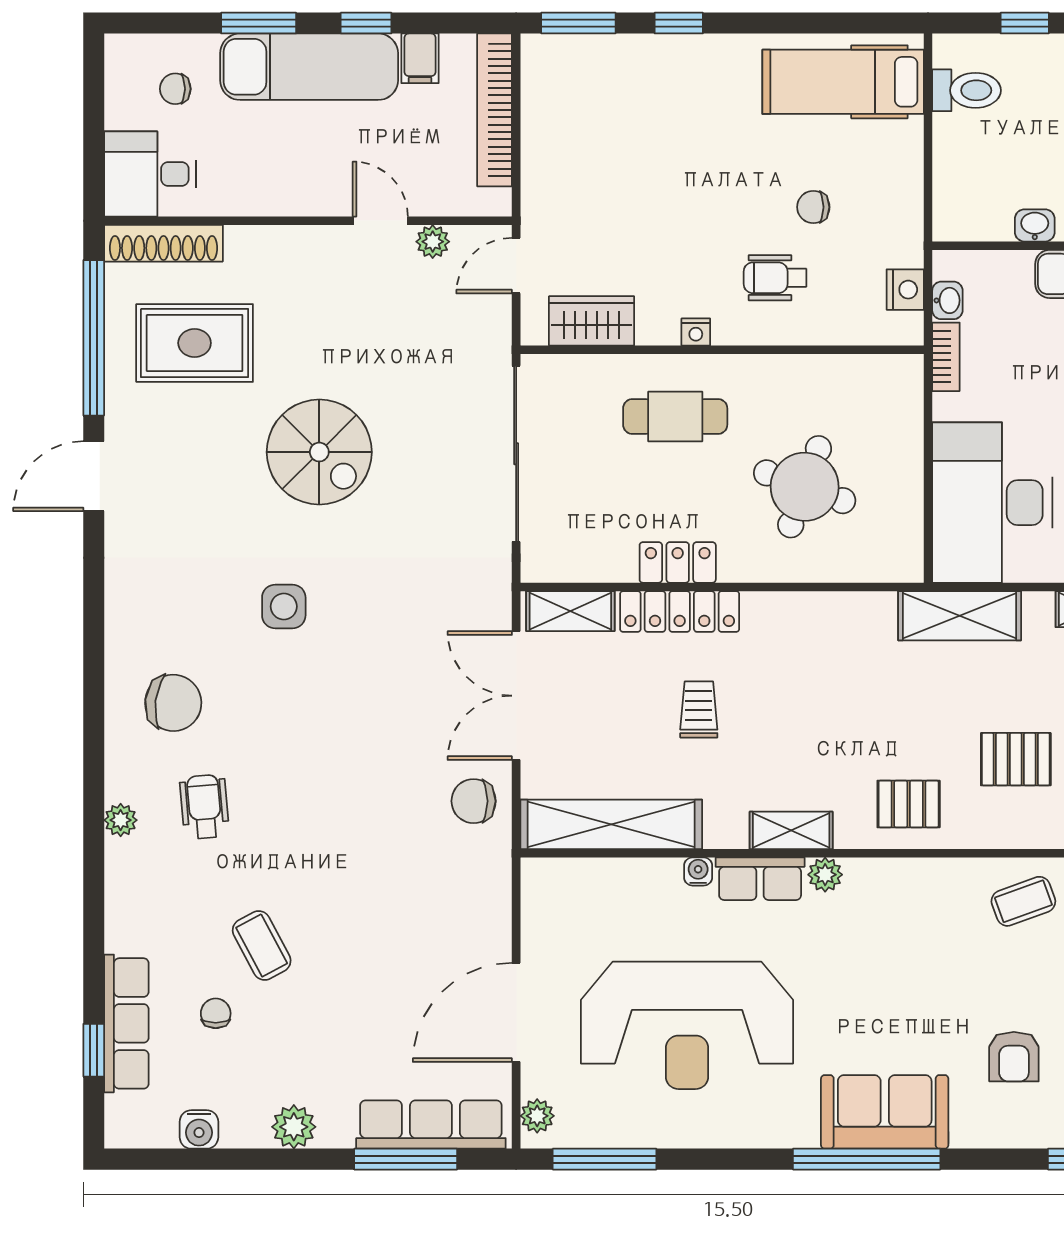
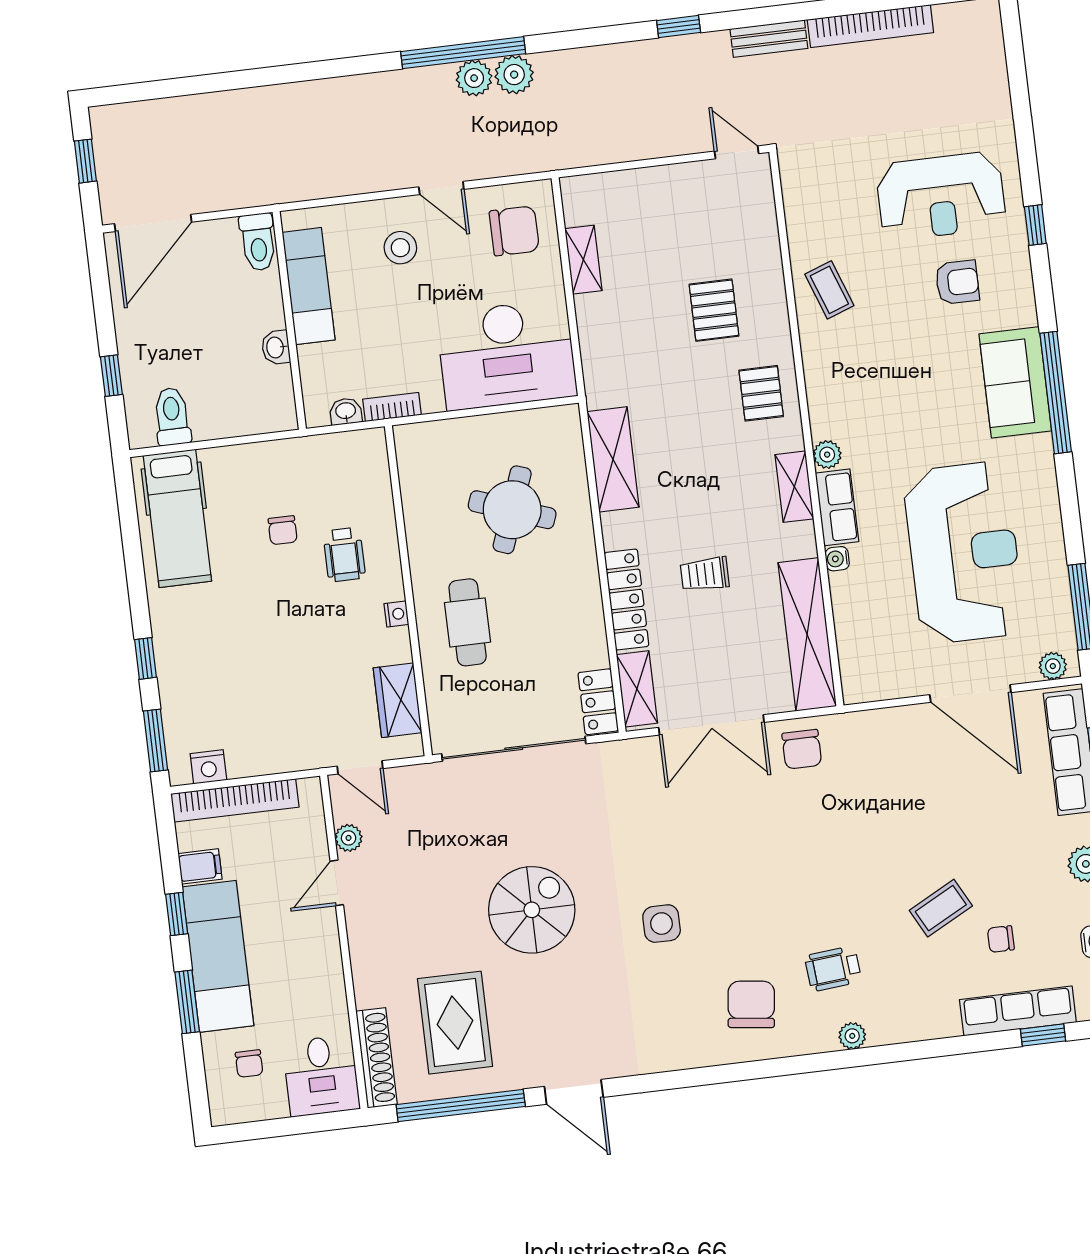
nightstand: (905, 290) -> (208, 767), moved, turned 180
locker: (678, 562) -> (598, 702), moved
shelving: (960, 616) -> (613, 459), moved

